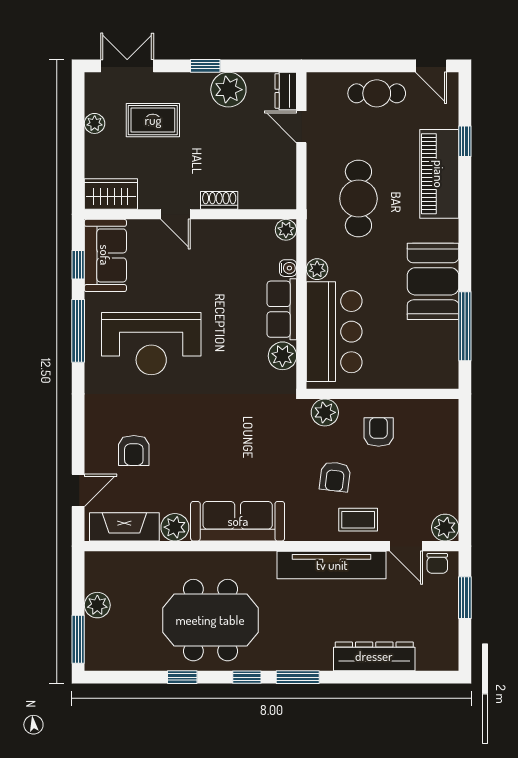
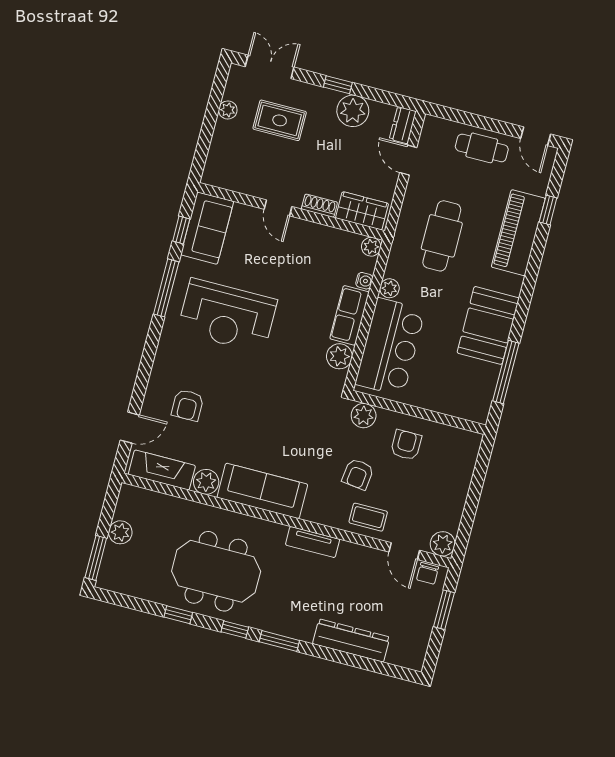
wardrobe: (111, 194) -> (362, 211), moved
tv unit: (332, 565) -> (313, 542), width x0.52, depth x0.78

